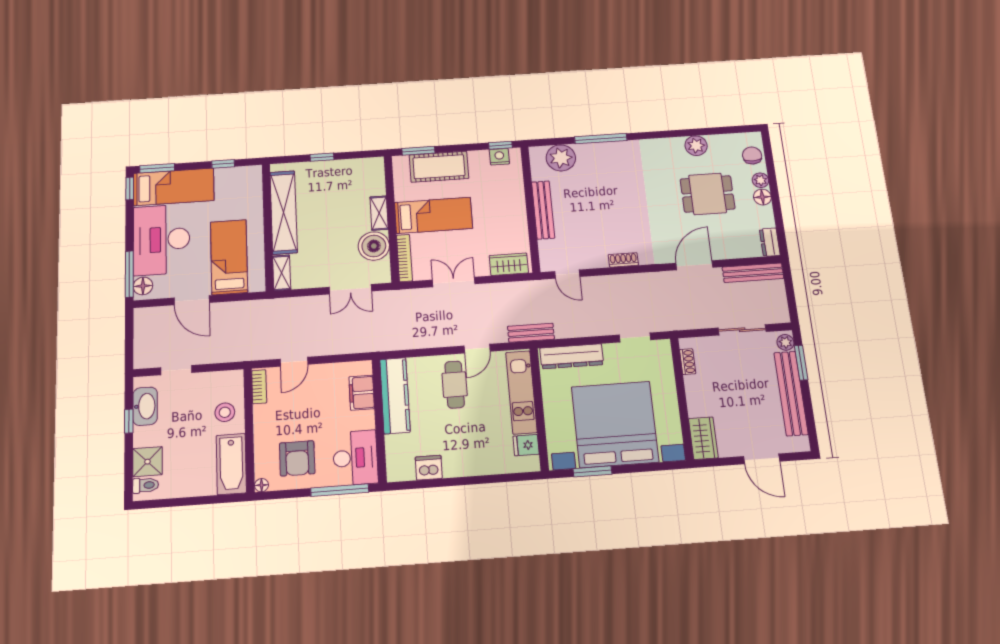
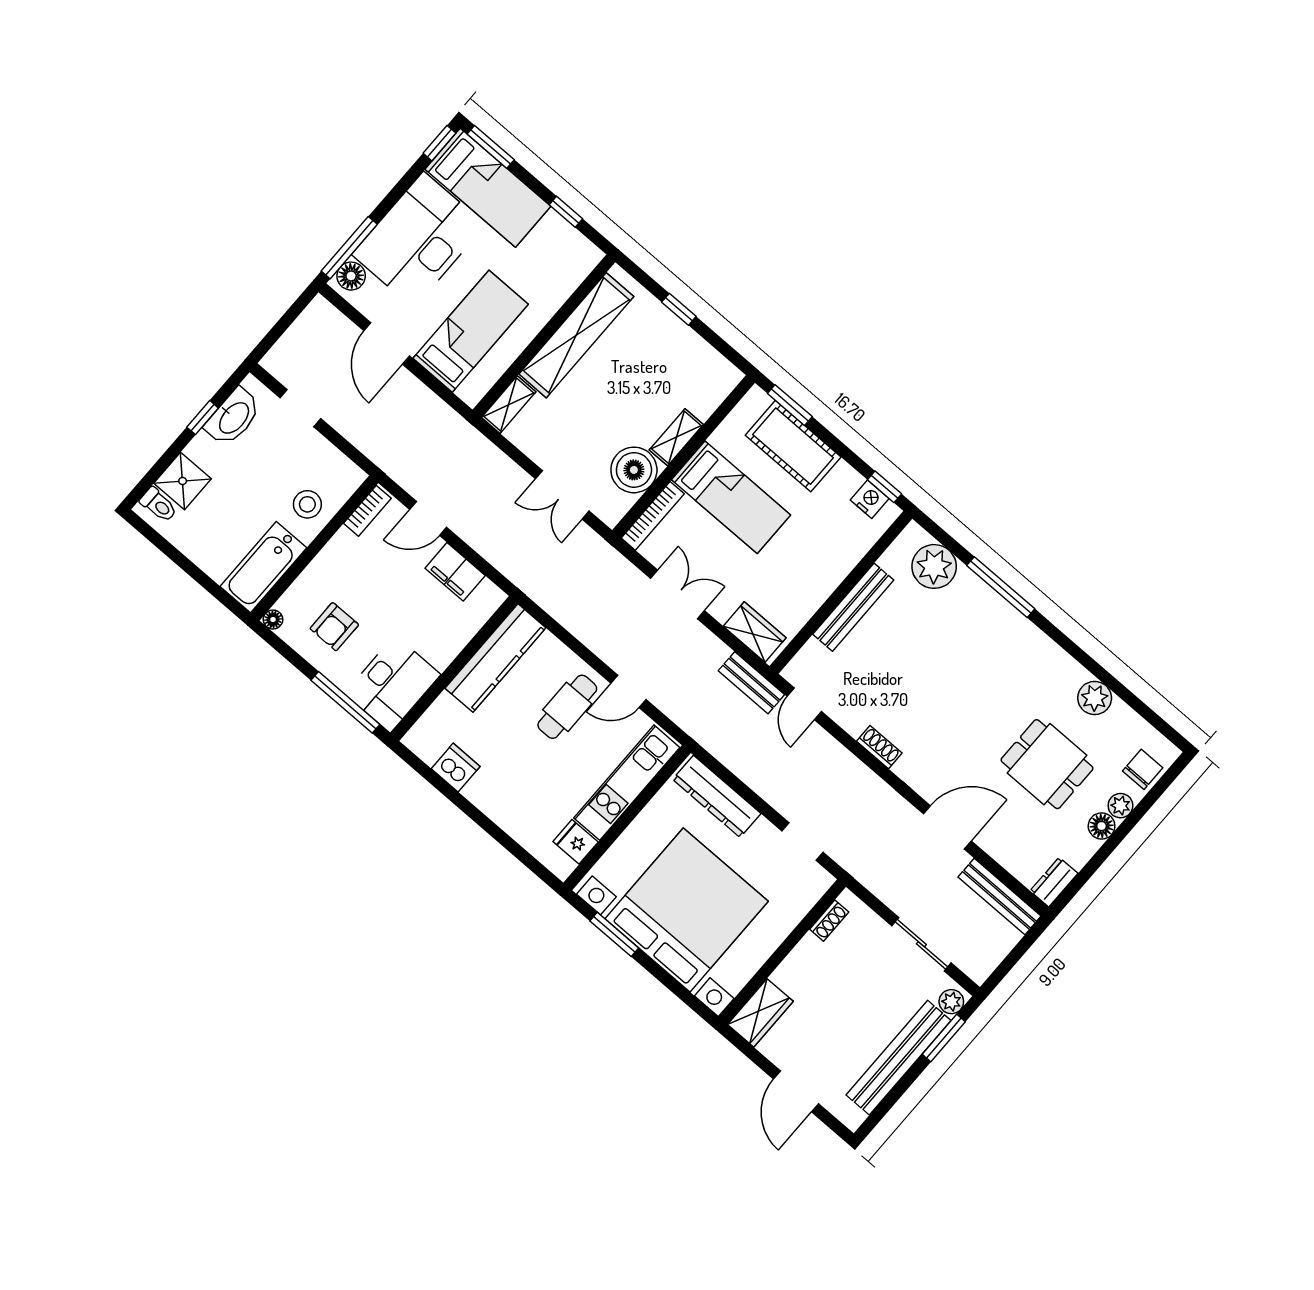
bench: (531, 333) -> (751, 683), moved
filing cabinet: (362, 393) -> (455, 572), moved, turned -90
armchair: (297, 458) -> (334, 627), width x0.72, depth x0.72

